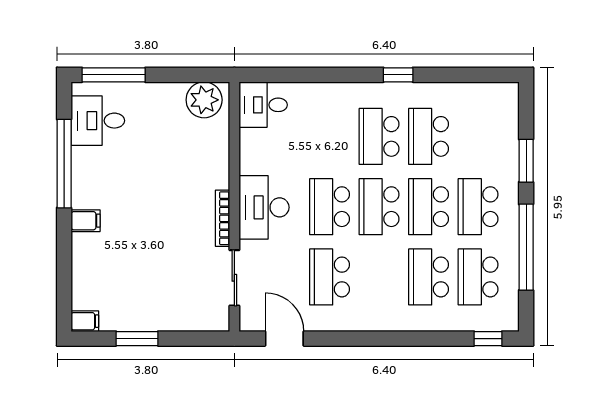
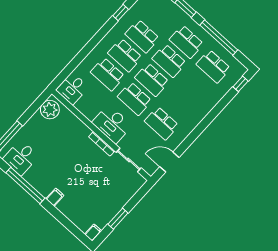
window: (398, 75) -> (121, 13), moved
school desk: (429, 277) -> (108, 74), moved

